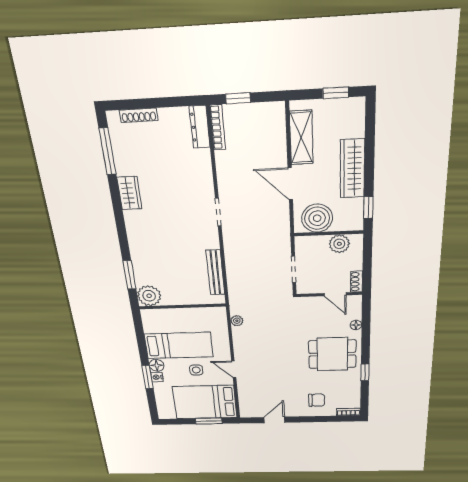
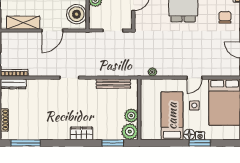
wardrobe: (129, 193) -> (82, 133), moved
plant: (172, 297) -> (131, 116), added

